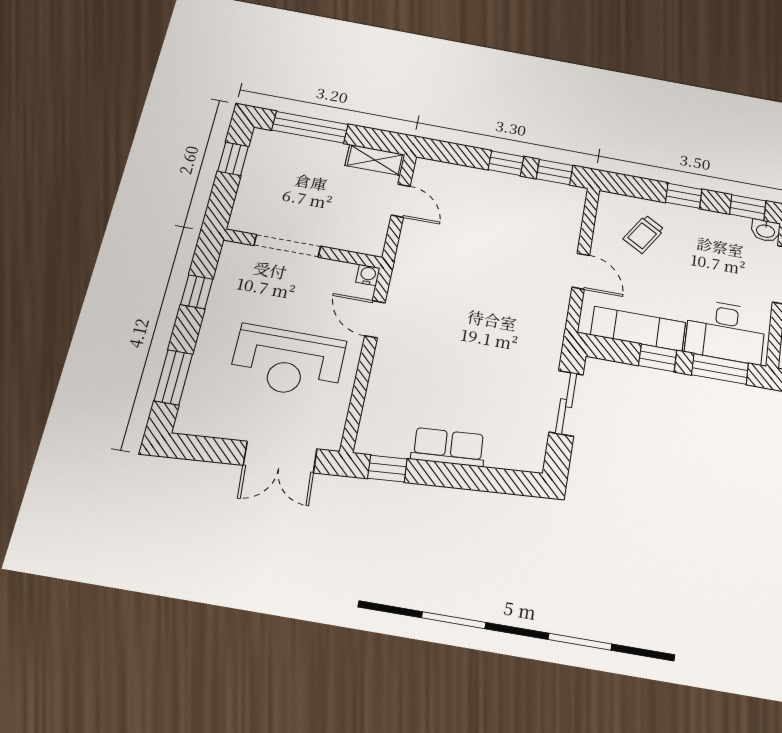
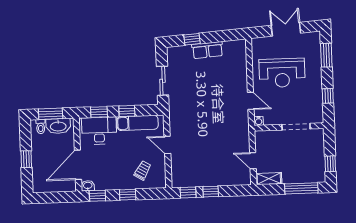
reception desk: (288, 362) -> (282, 73), turned 180
window: (720, 369) -> (99, 112), width x0.67
double door: (280, 457) -> (286, 29), moved
window: (387, 469) -> (192, 39), moved

